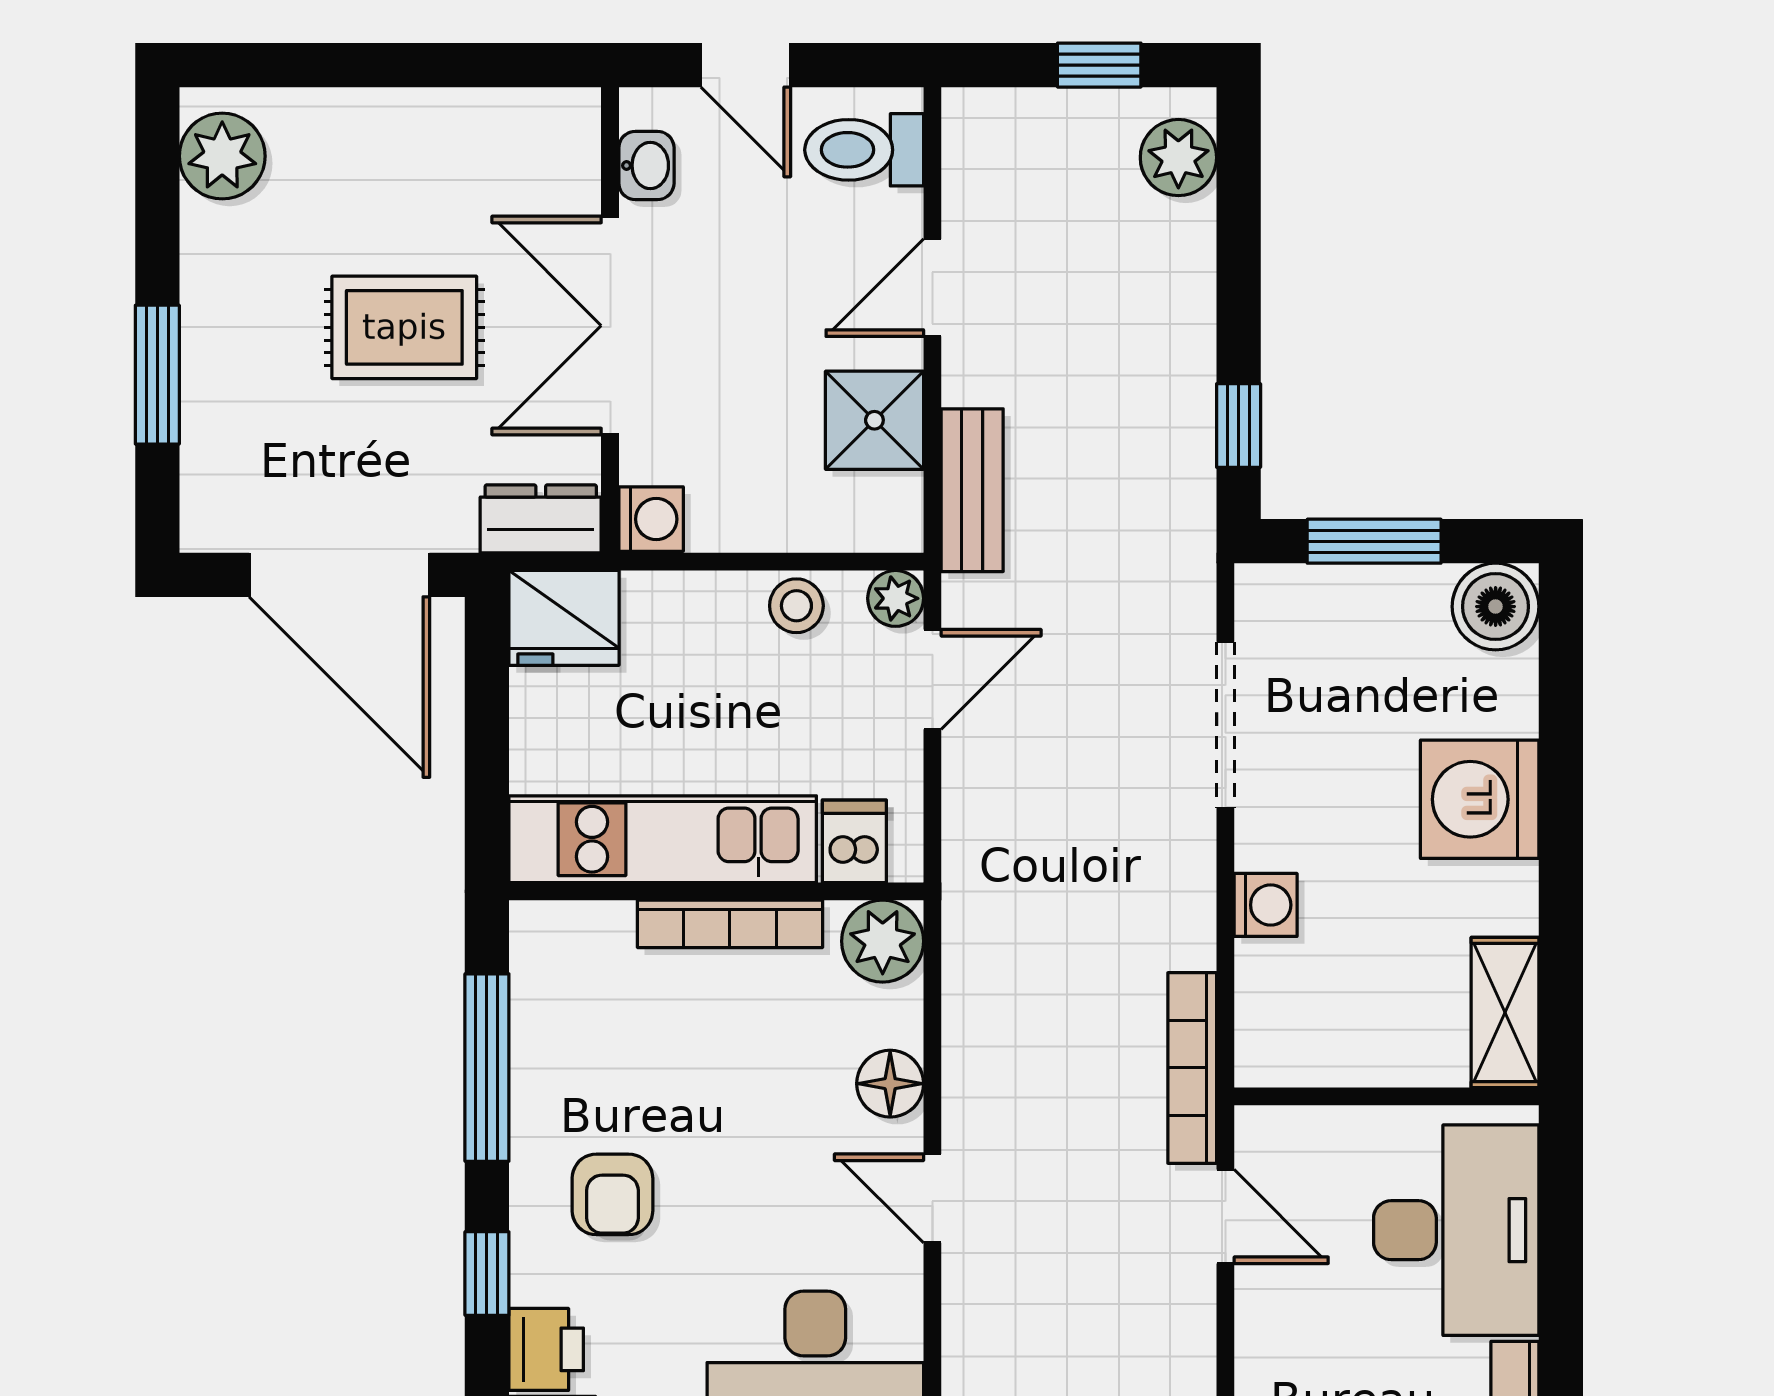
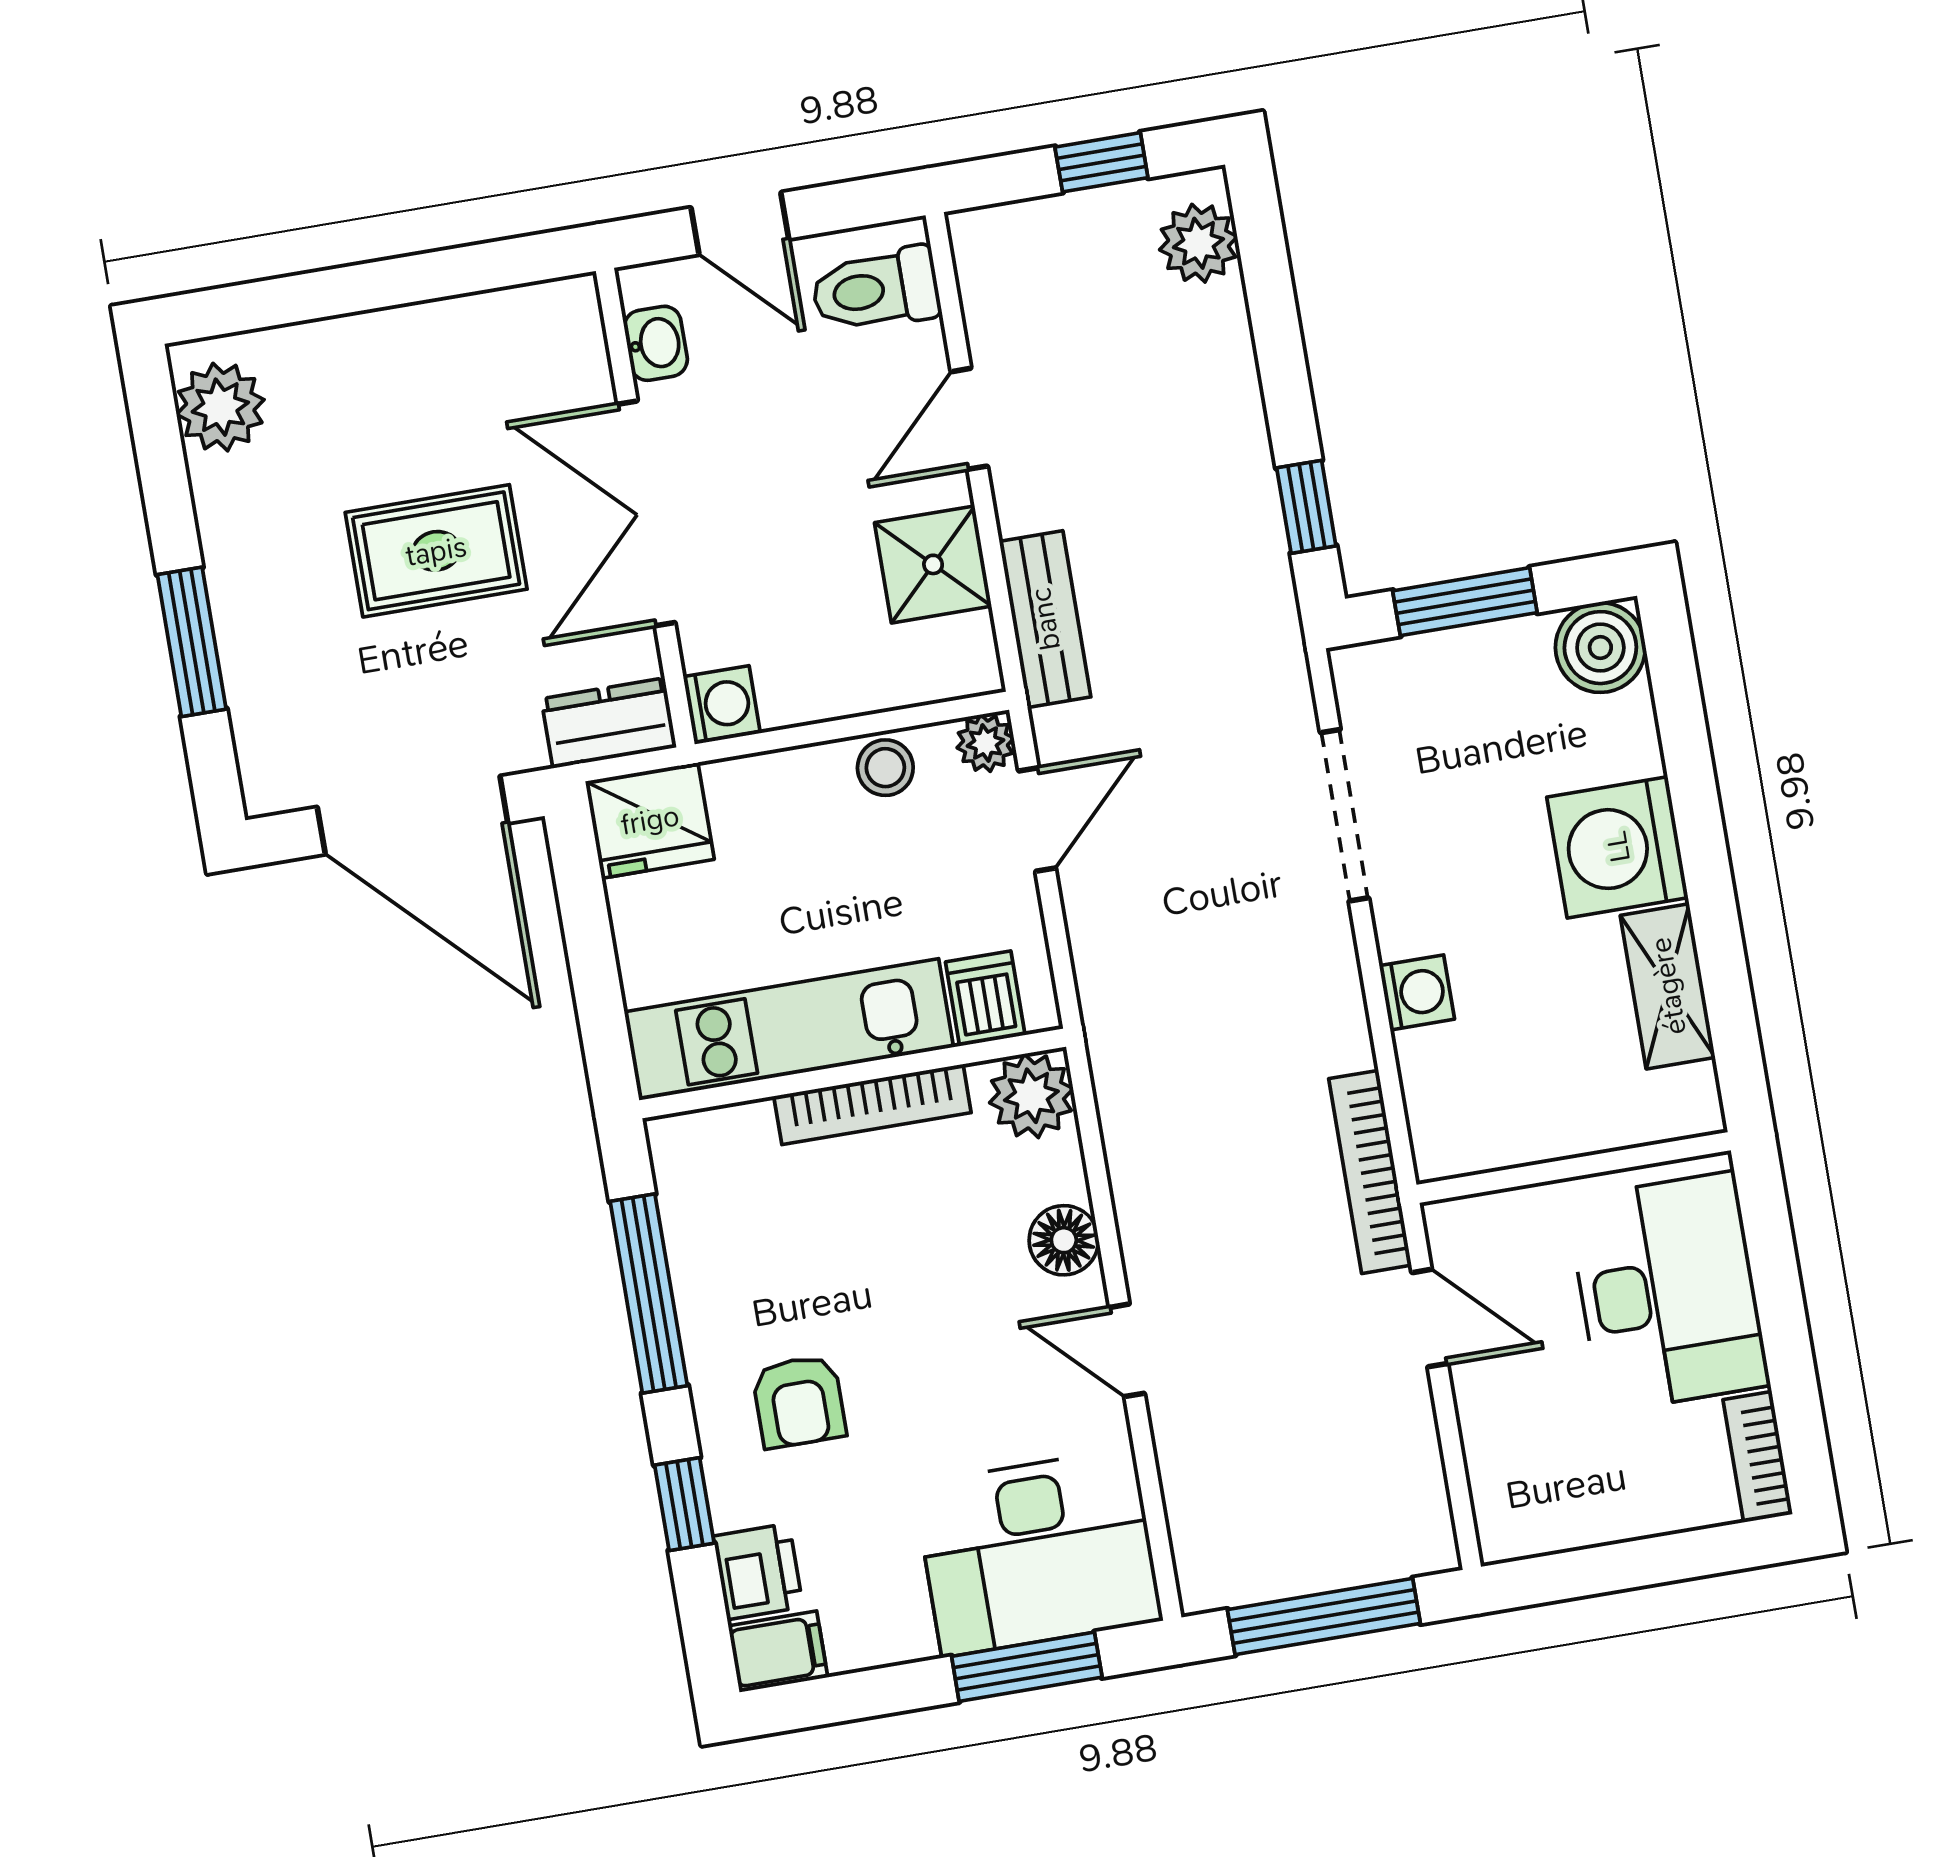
shelving: (1505, 1013) -> (1668, 986), moved

